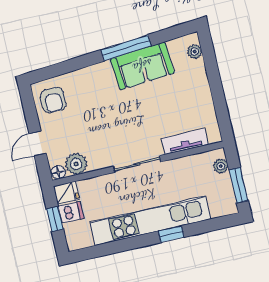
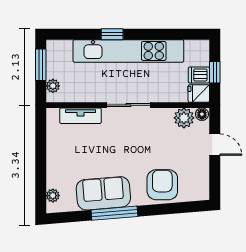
armchair: (53, 100) -> (162, 185), moved, width x1.38, depth x1.38
door: (38, 143) -> (215, 145), hinge flipped

